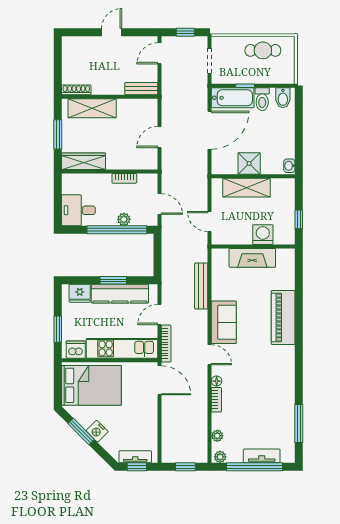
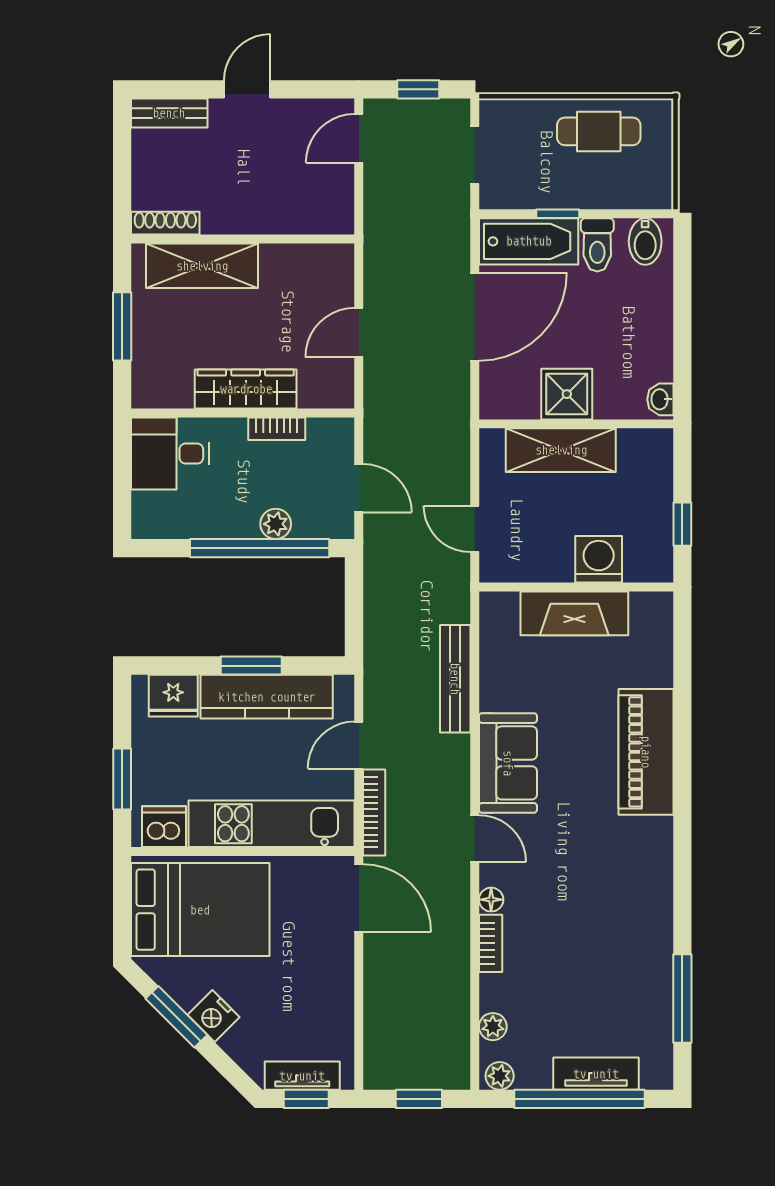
bench: (141, 89) -> (169, 113), moved
wardrobe: (83, 161) -> (246, 389), moved
desk: (78, 210) -> (170, 454), moved

